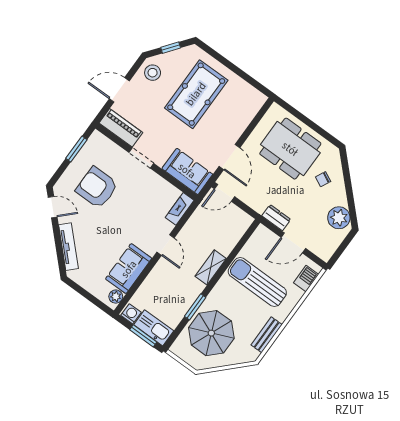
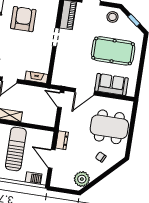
dining table: (290, 149) -> (109, 127), turned 90
sofa: (187, 171) -> (111, 84), moved, turned -90

